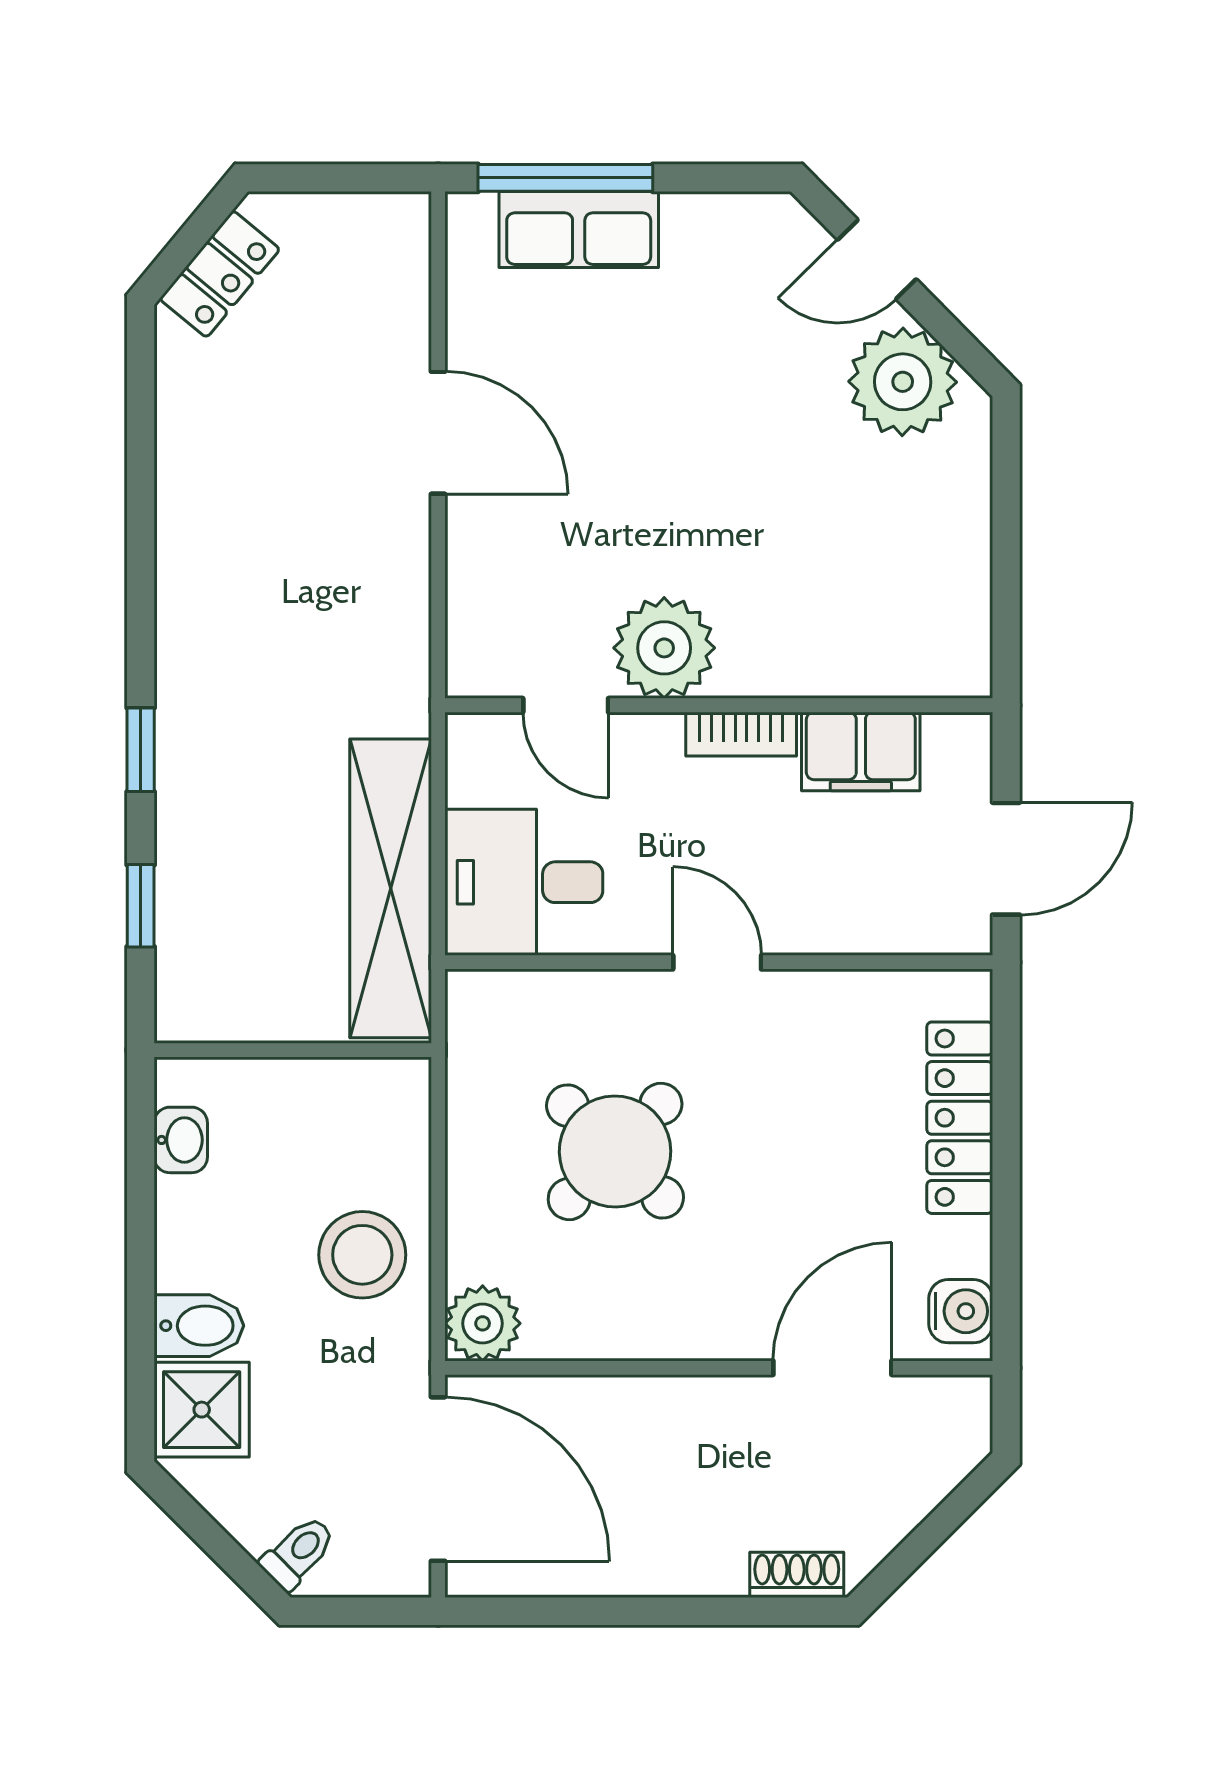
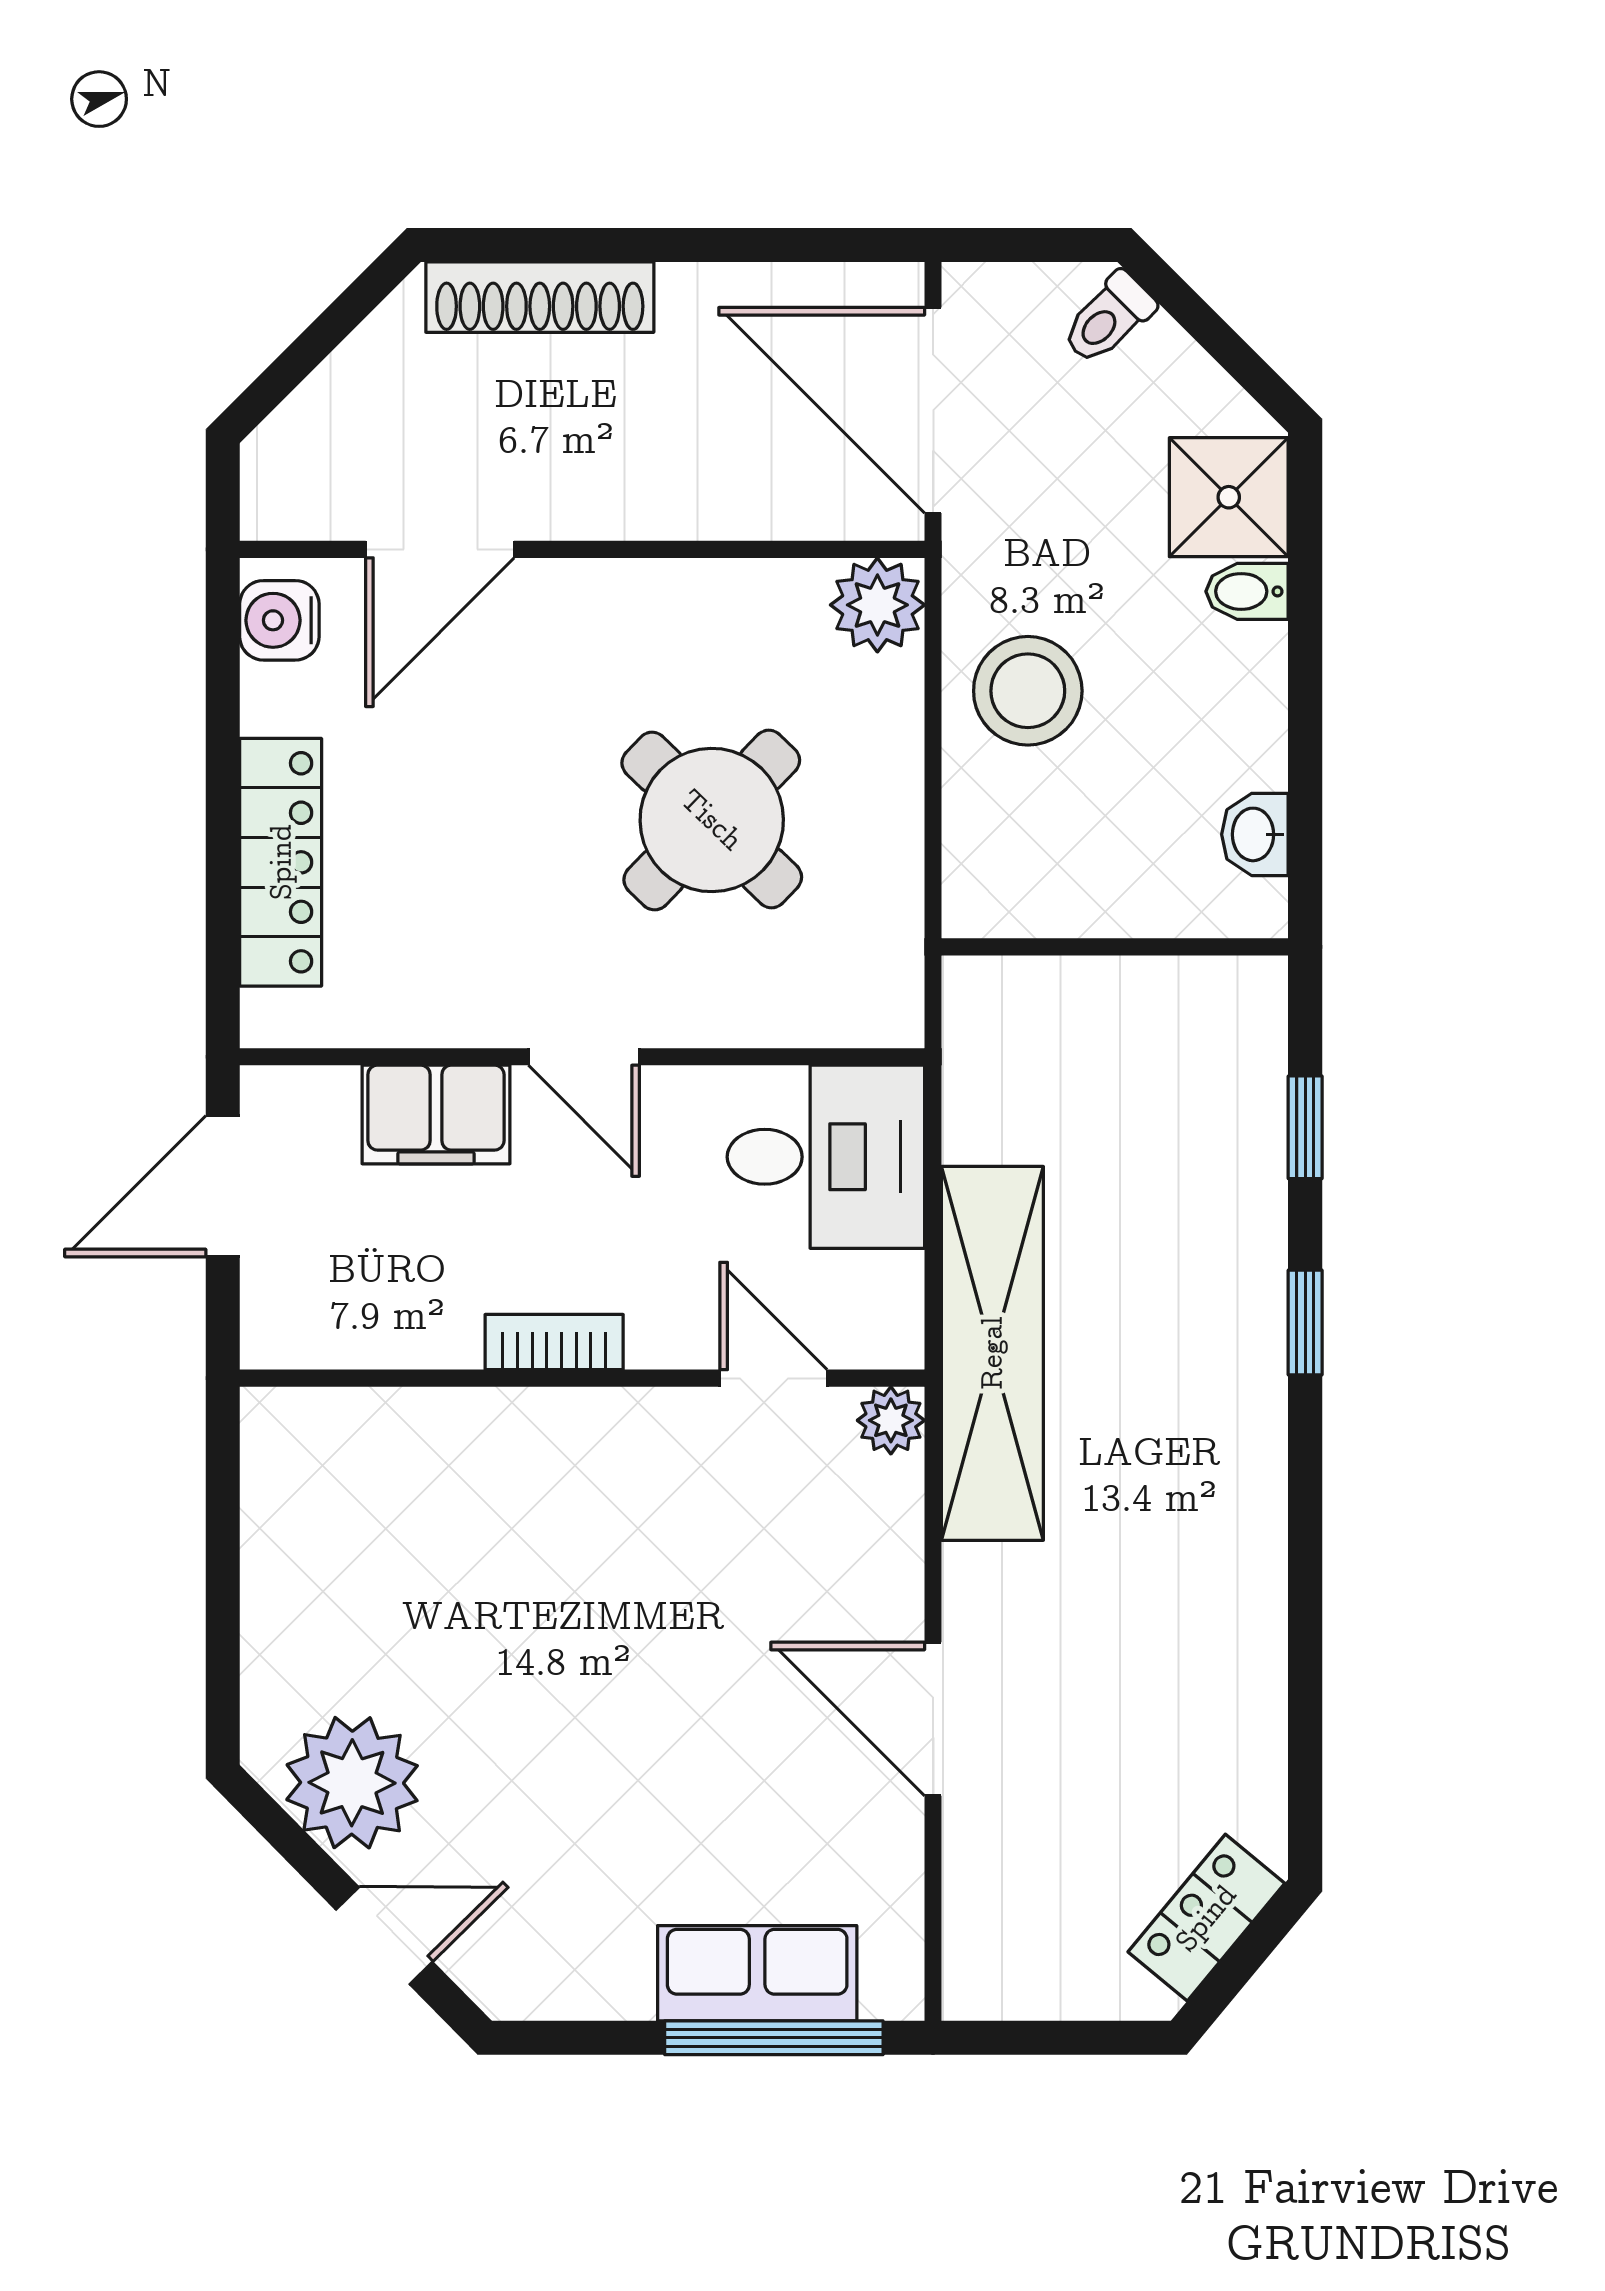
plant: (664, 648) -> (891, 1420), moved, width x0.53, depth x0.53
filing cabinet: (861, 751) -> (436, 1115), moved, turned 180
shelving: (391, 888) -> (992, 1353), moved
bidet: (199, 1326) -> (1247, 591), width x0.72, depth x0.74
shoe rack: (797, 1575) -> (540, 297), width x1.94, depth x1.24

